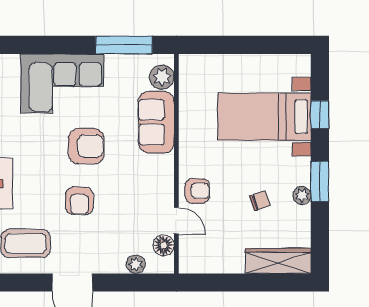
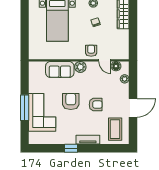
window: (124, 45) -> (25, 108), moved
plant: (162, 77) -> (80, 67), moved
door: (176, 221) -> (105, 60), swing flipped

